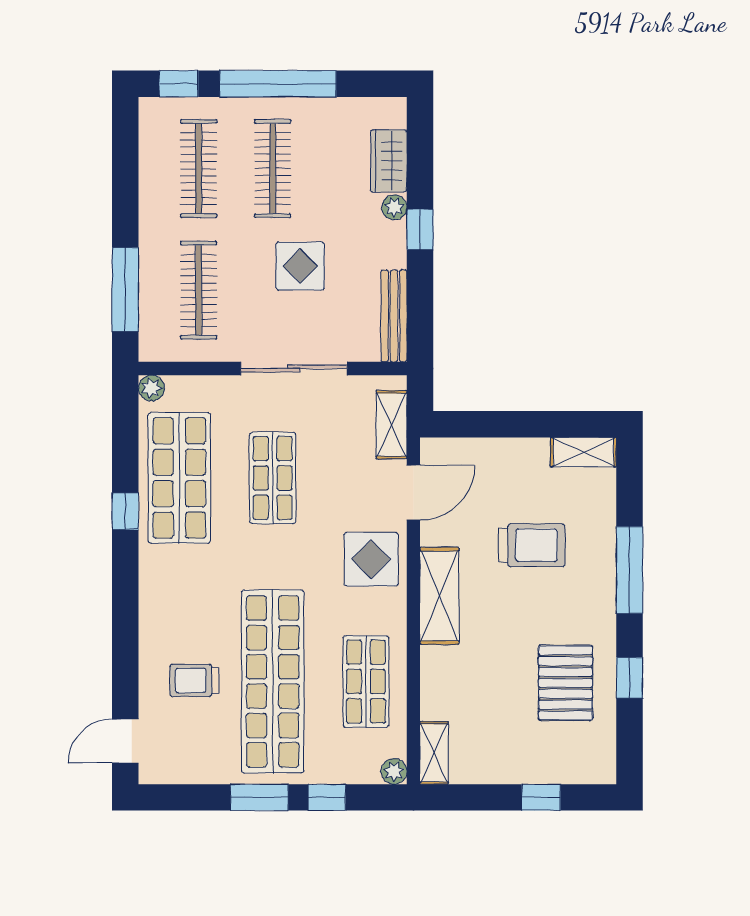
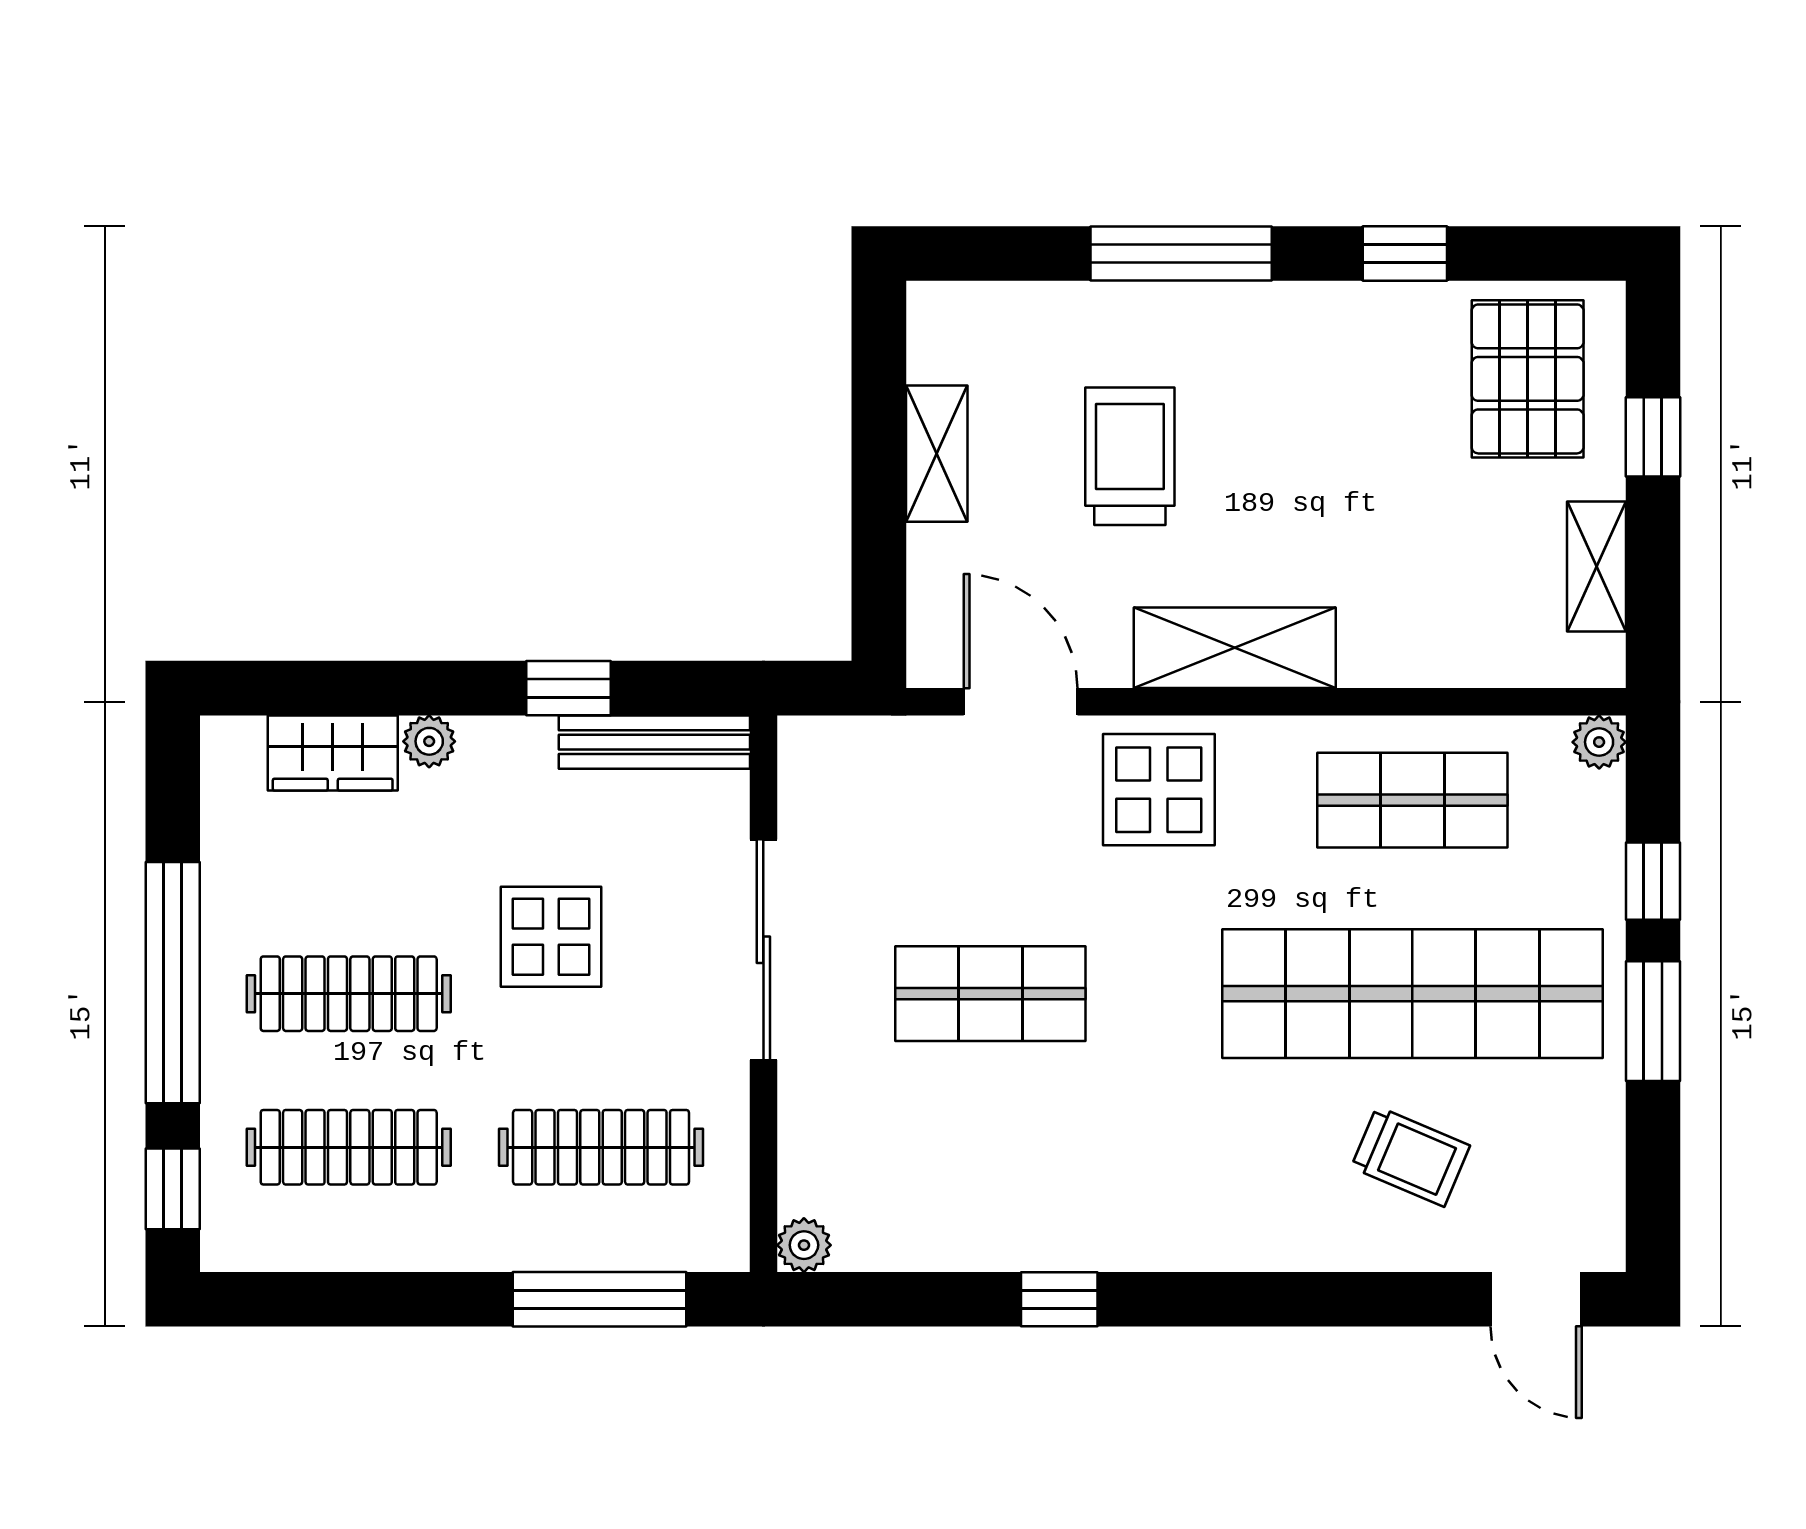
window: (420, 229) -> (568, 688), moved
shelving: (392, 425) -> (880, 747), removed
shelving: (584, 452) -> (937, 454), moved
shop shelf: (179, 478) -> (990, 1187), removed
trolley: (194, 681) -> (1410, 1156), turned -67
pallet: (565, 683) -> (1528, 379), moved, turned 90
shelving: (434, 753) -> (1597, 566), moved, turned 90

